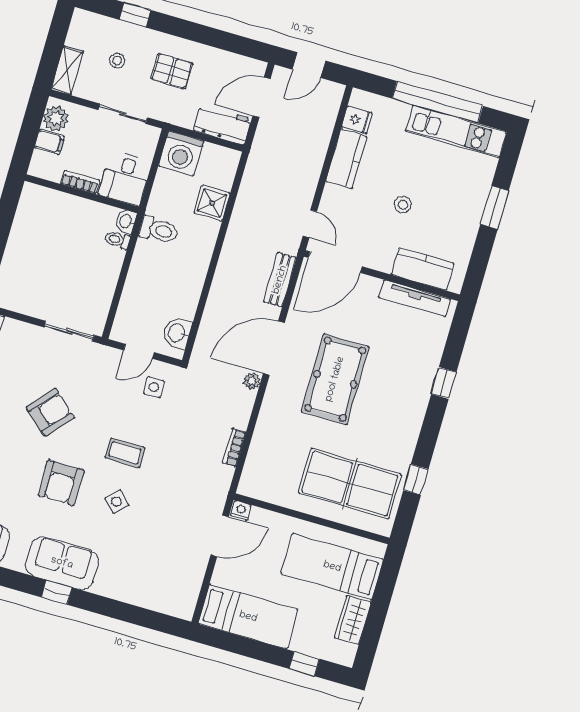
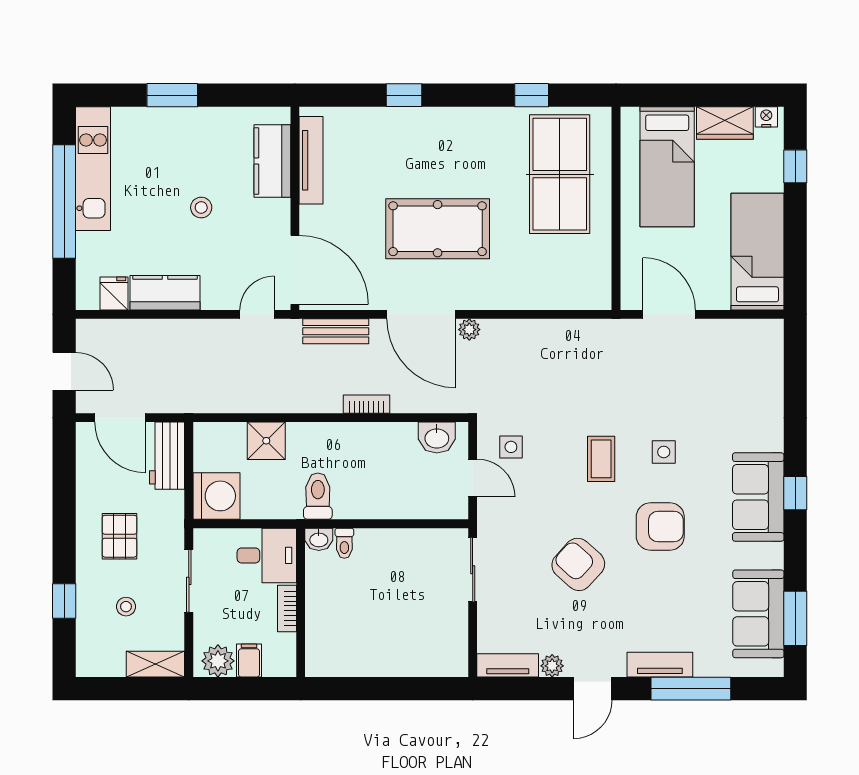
bookcase: (234, 448) -> (366, 404), moved, turned 180
side table: (117, 502) -> (664, 452), turned 45
nightstand: (241, 510) -> (766, 117), moved, turned 90

